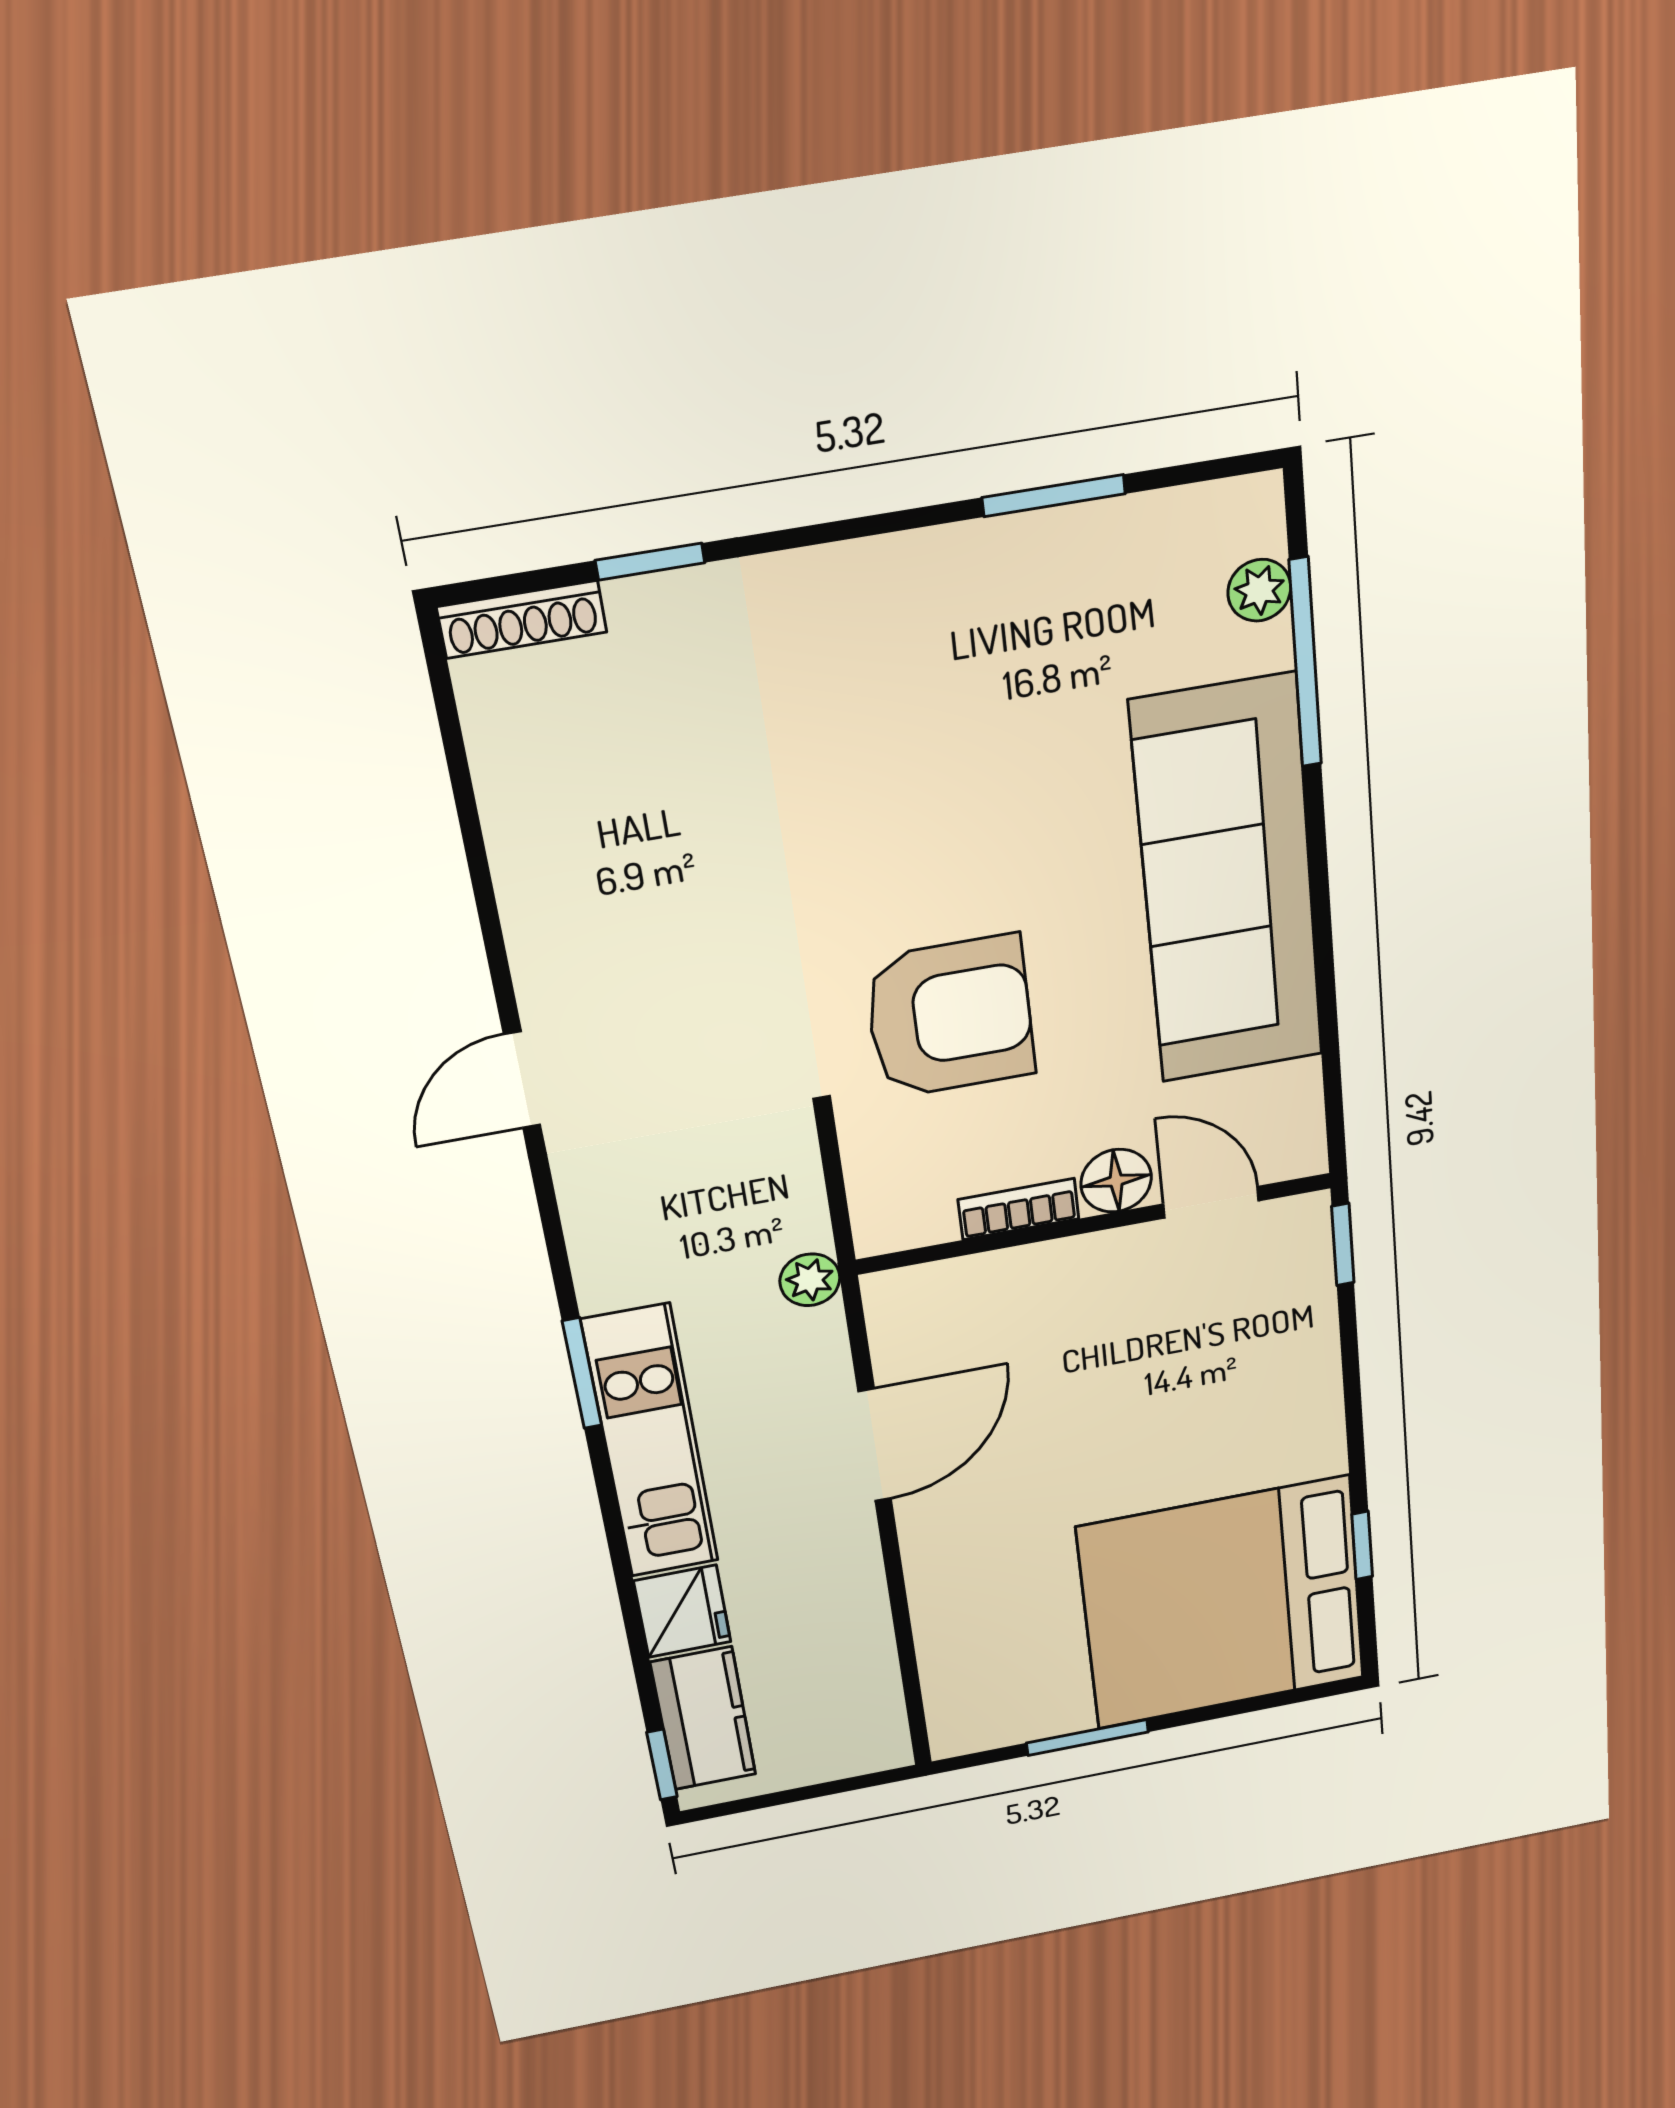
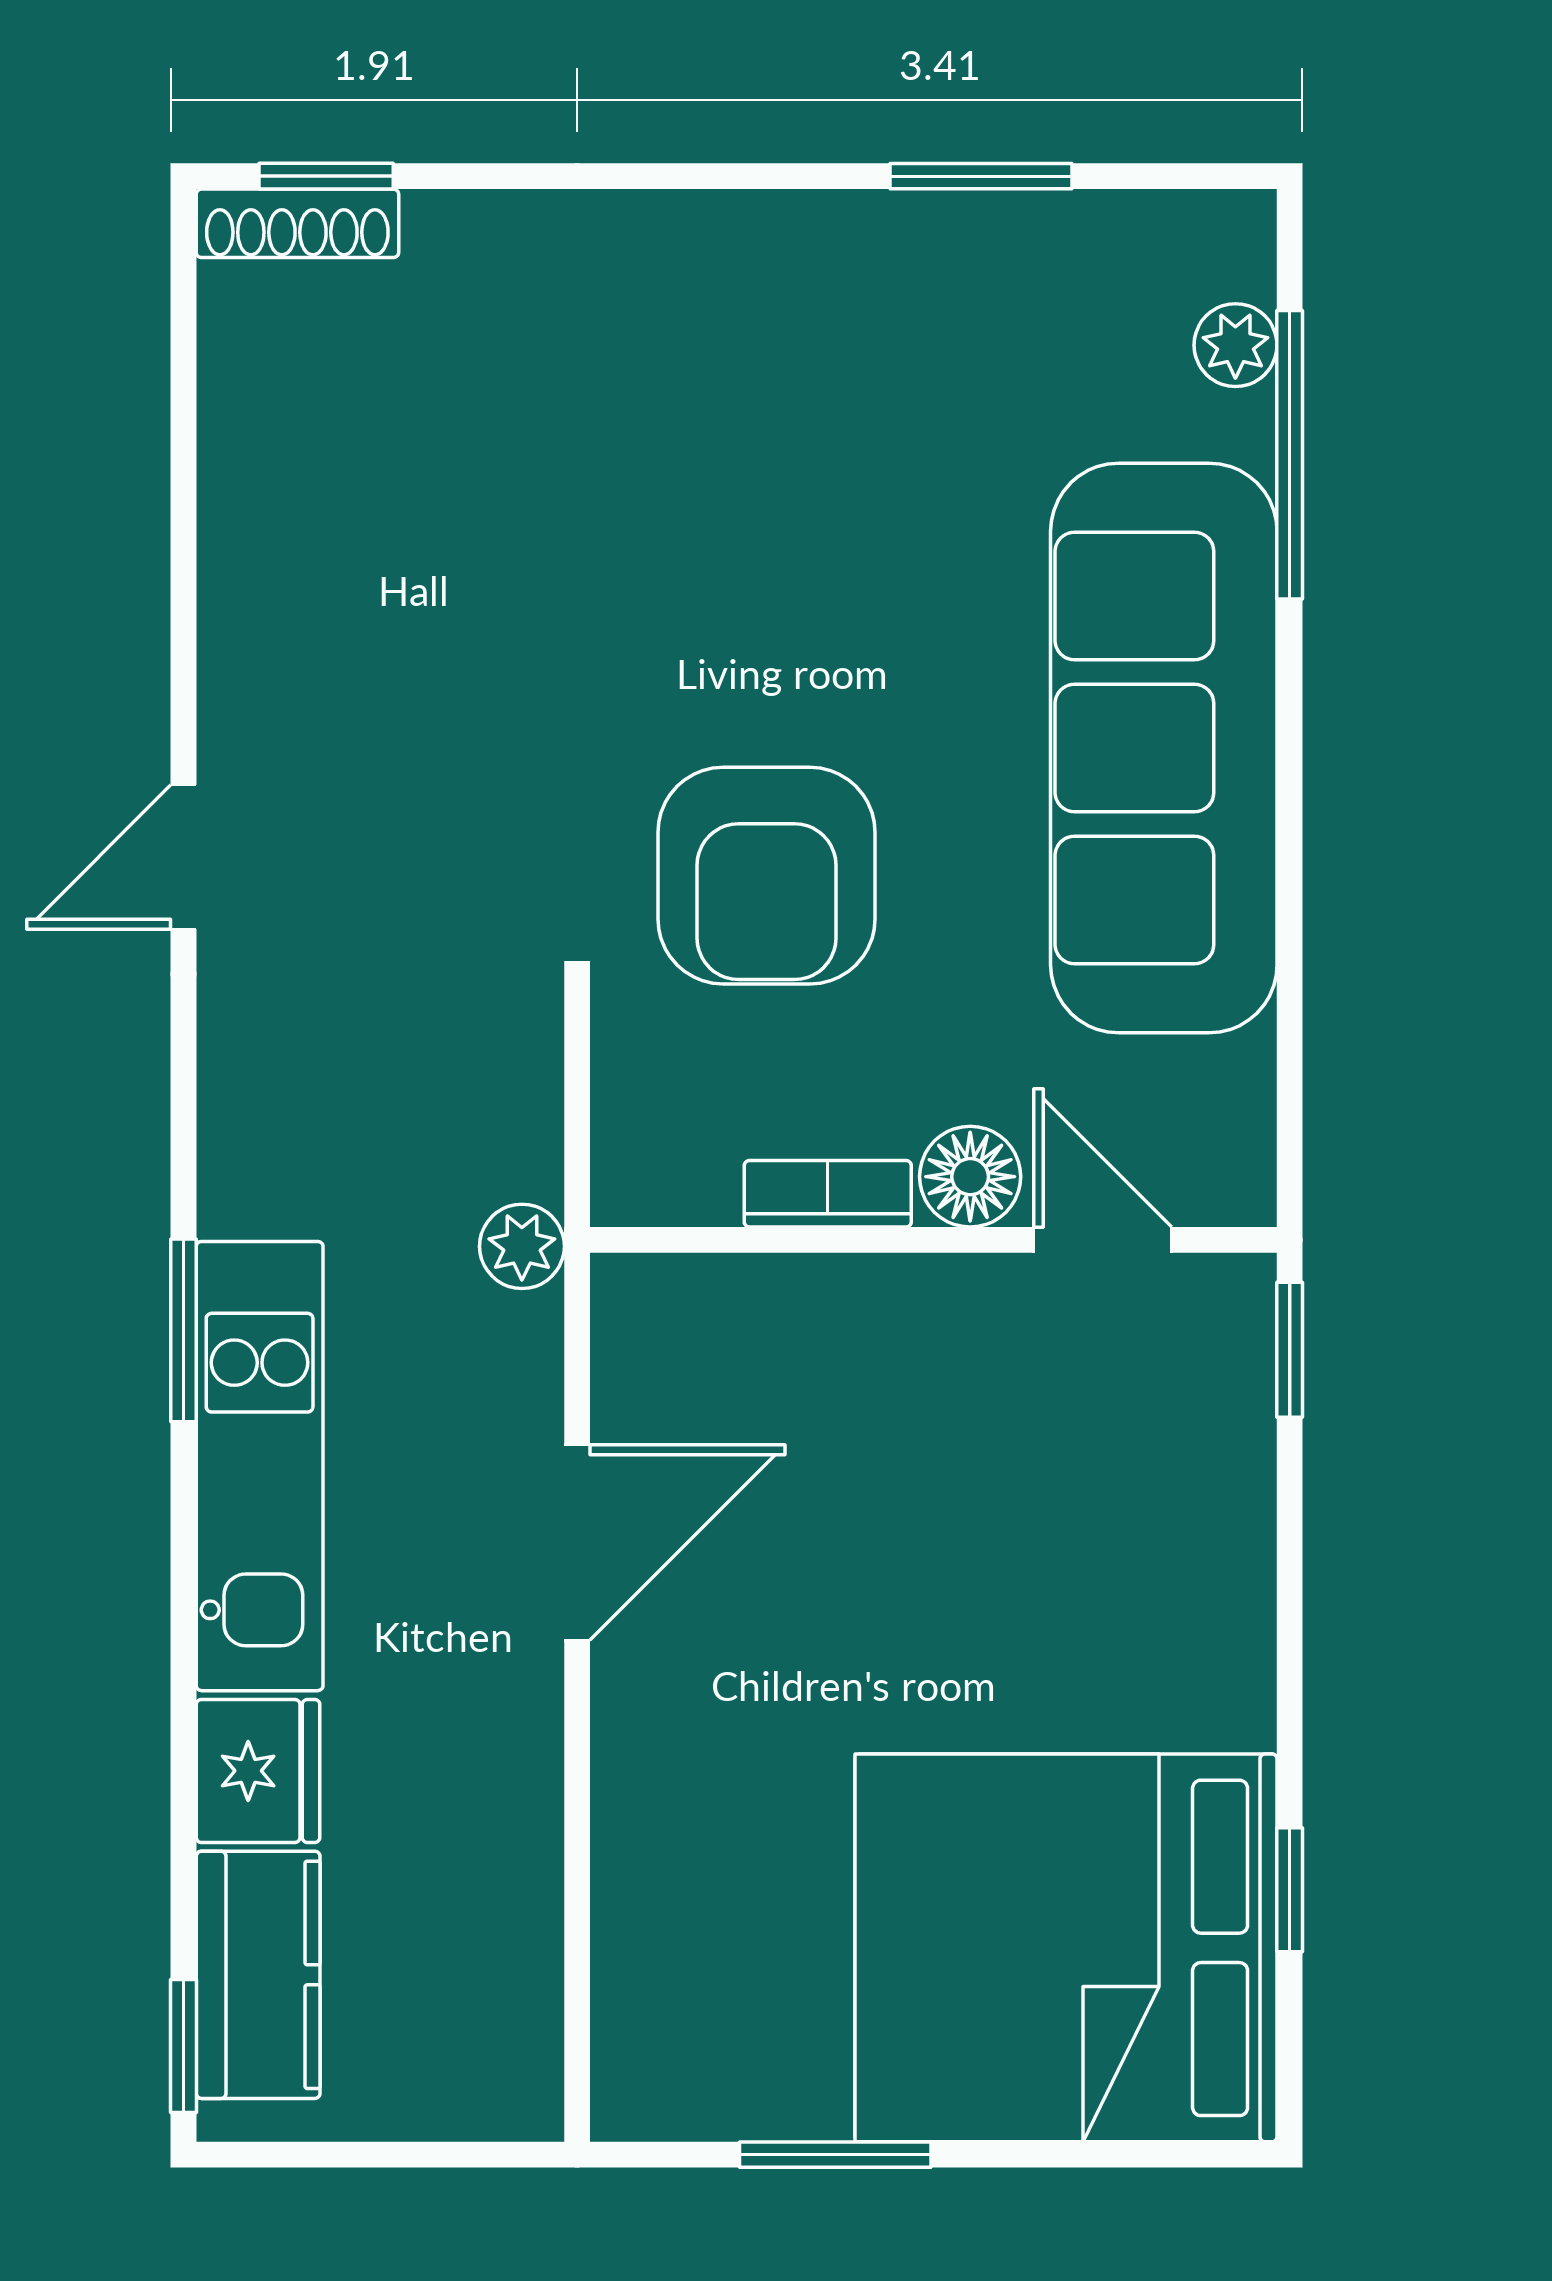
window: (650, 562) -> (326, 176), moved
armchair: (950, 1017) -> (767, 876), turned 90

